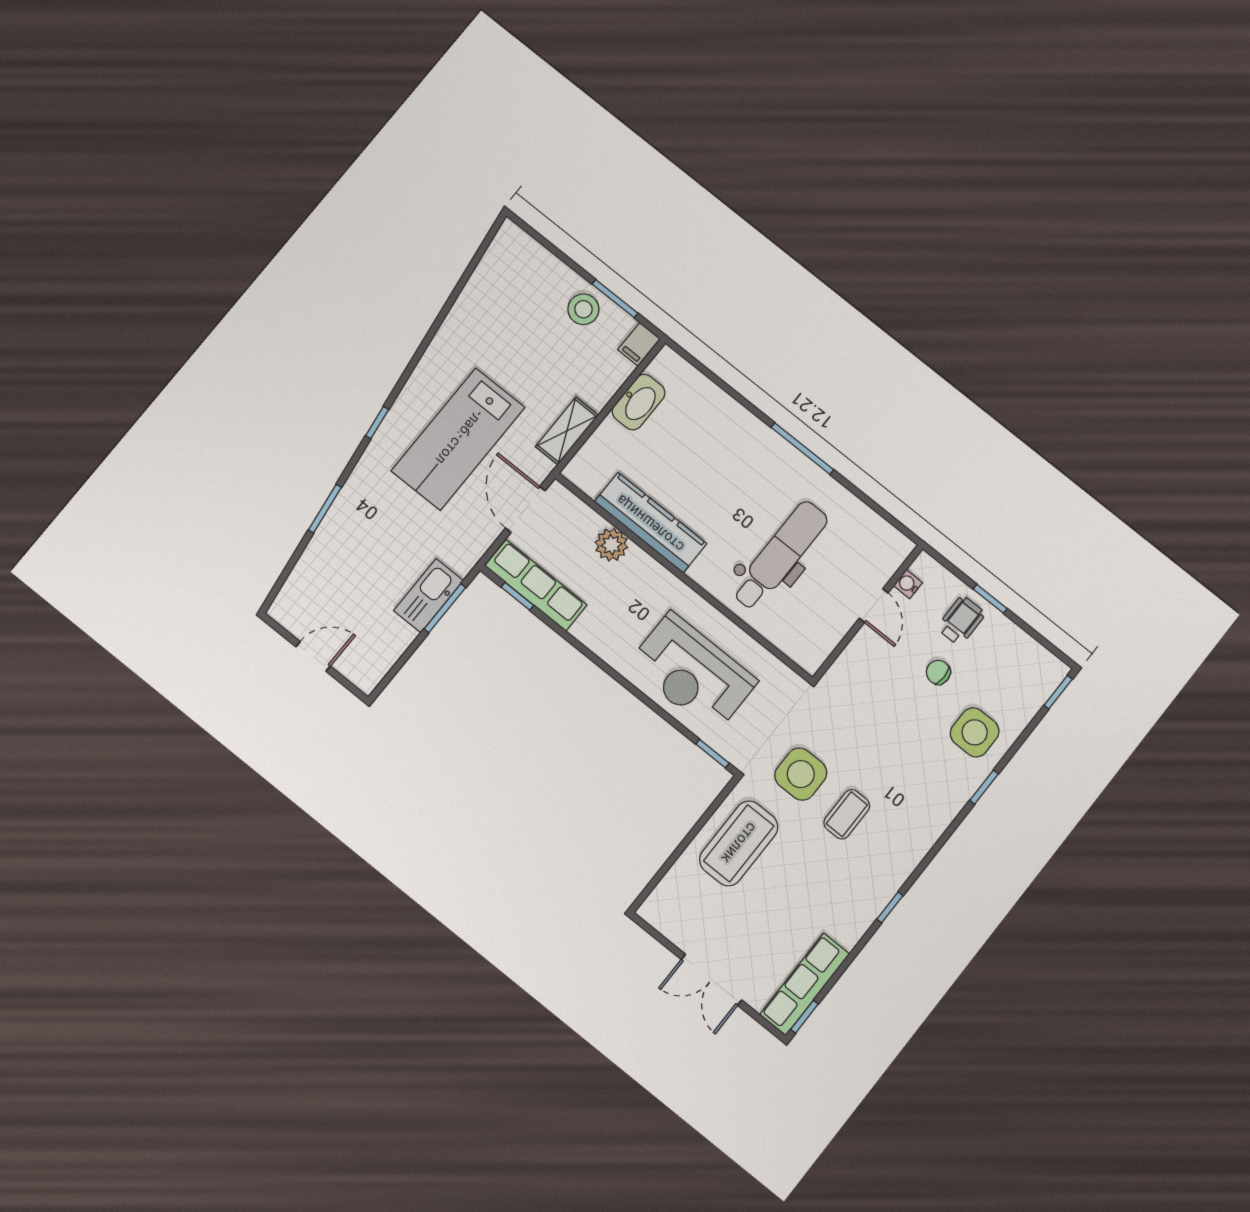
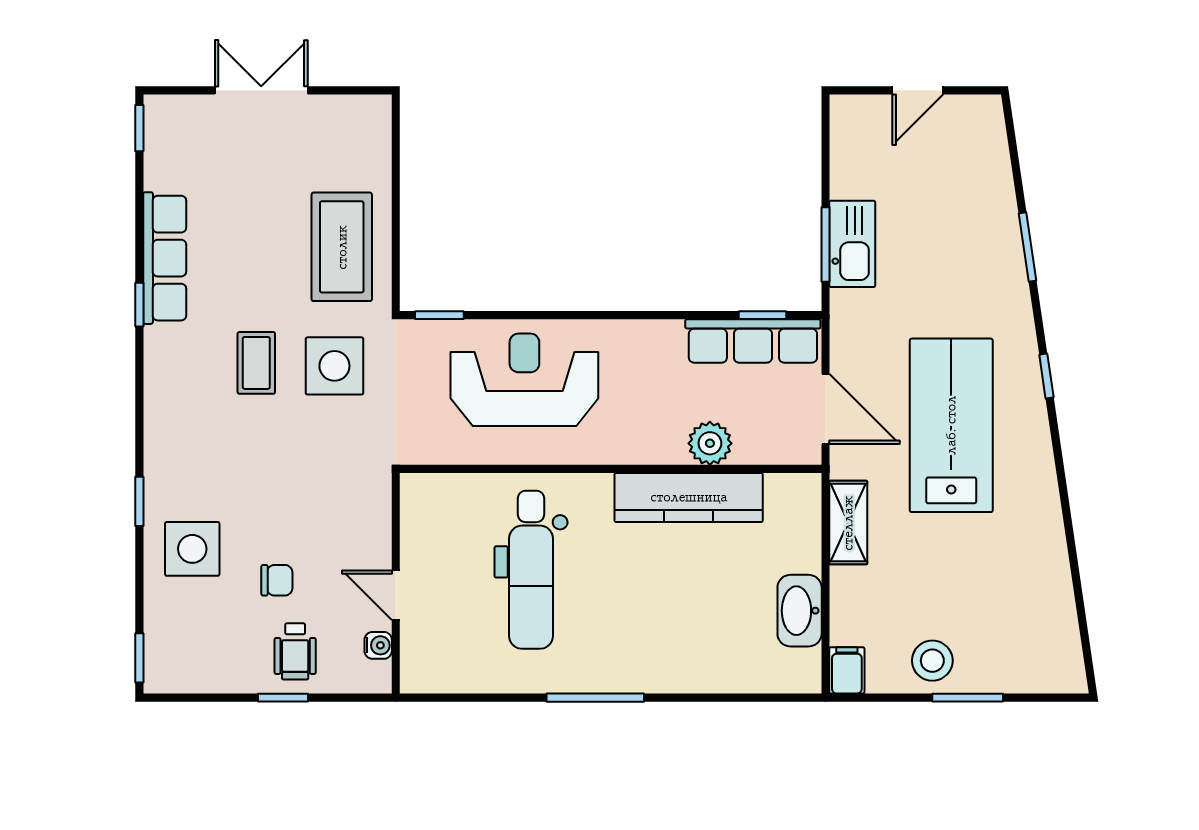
window: (615, 299) -> (968, 698), moved
row of seats: (805, 984) -> (165, 258), moved

